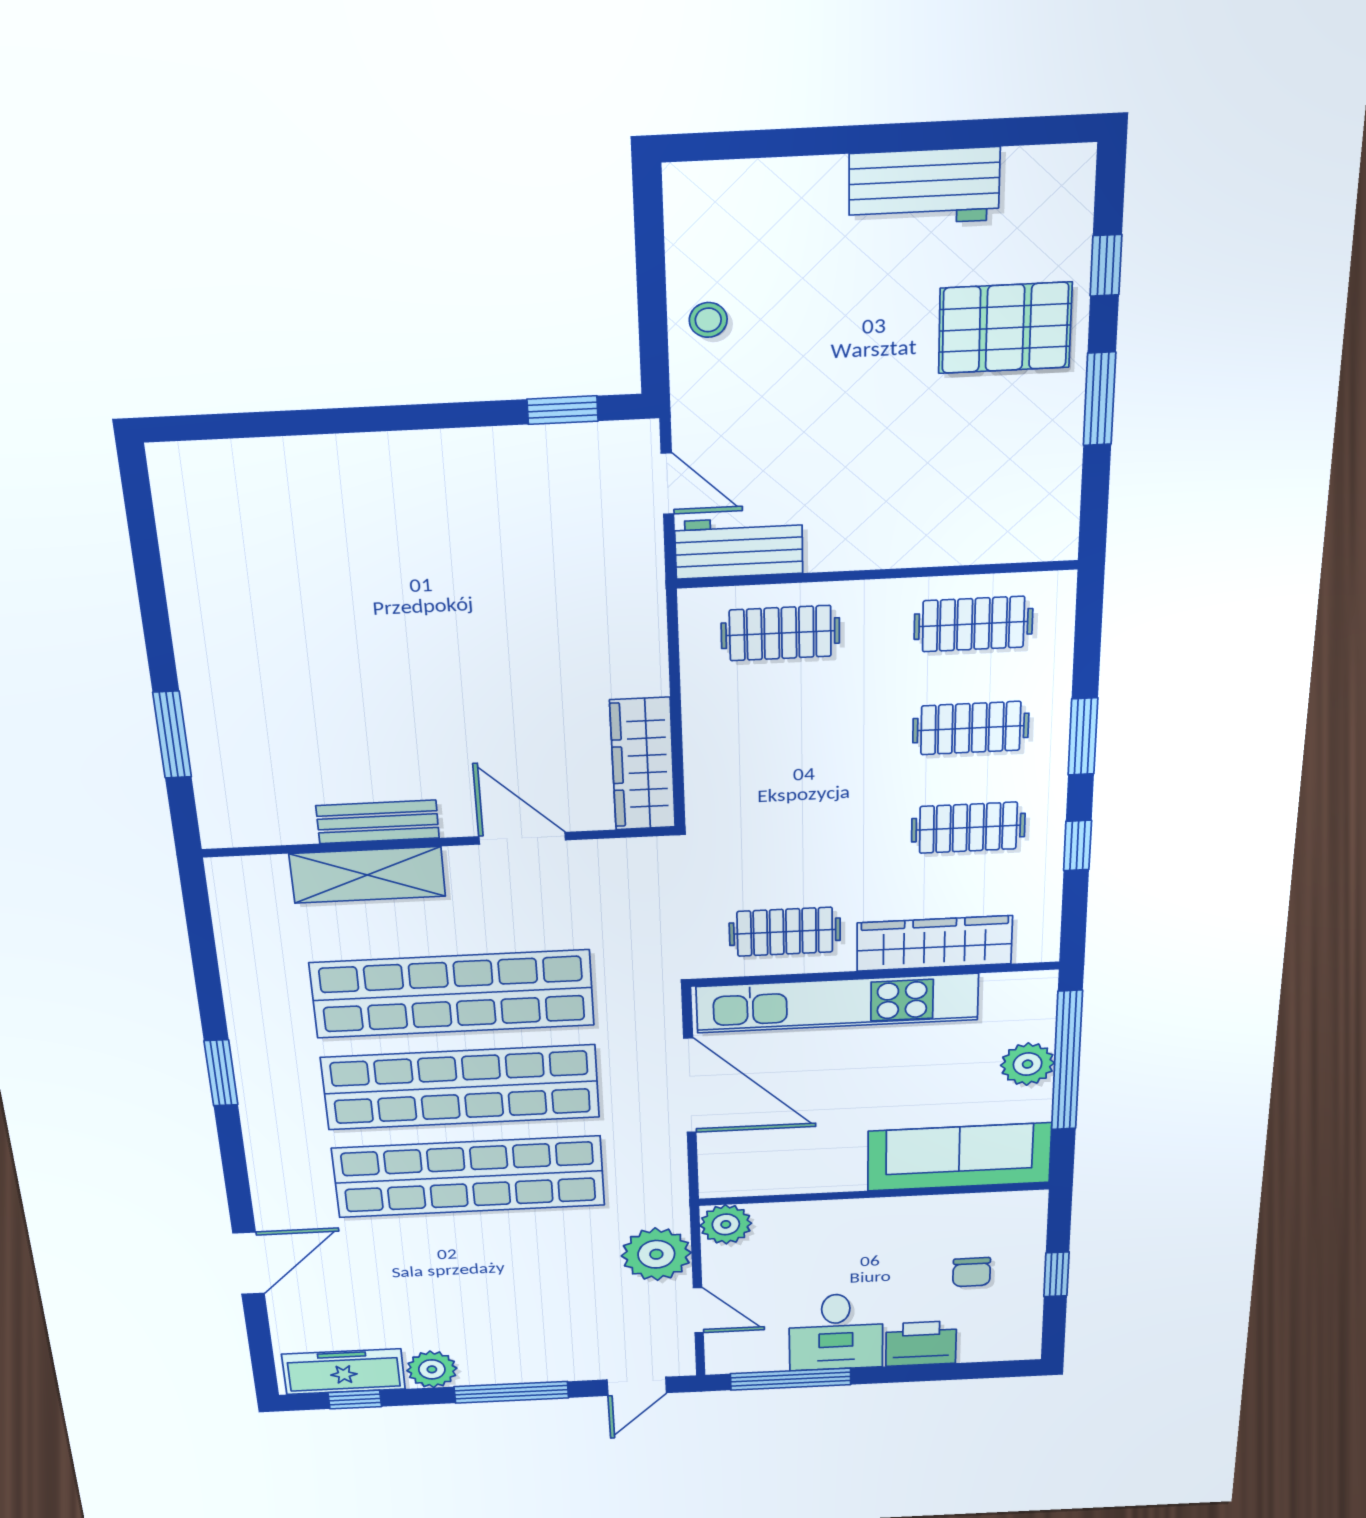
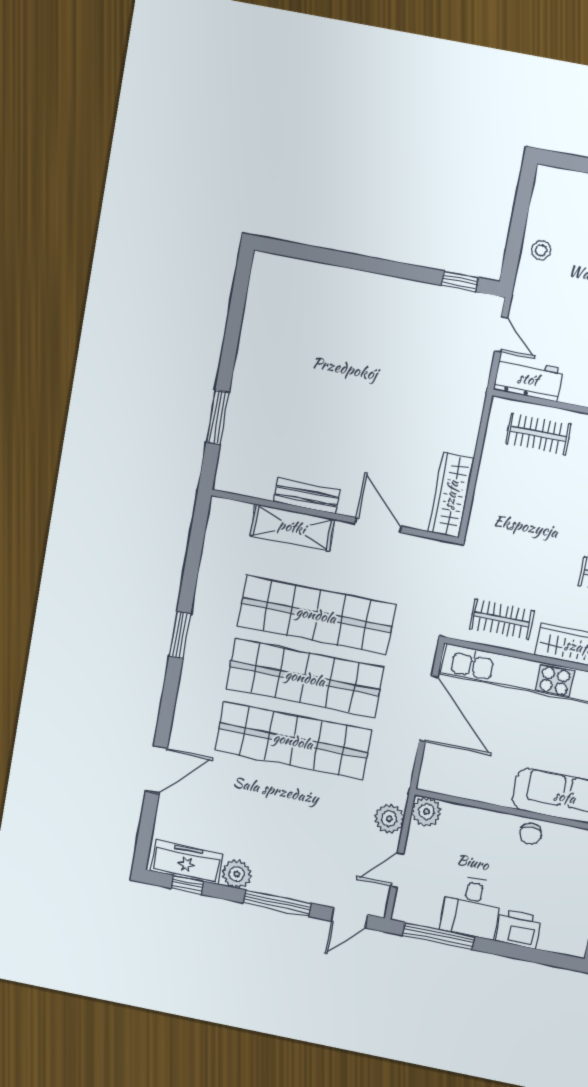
plant: (656, 1254) -> (389, 819), width x0.73, depth x0.73
chair: (972, 1272) -> (531, 834), moved
door: (698, 1310) -> (397, 870), swing flipped

